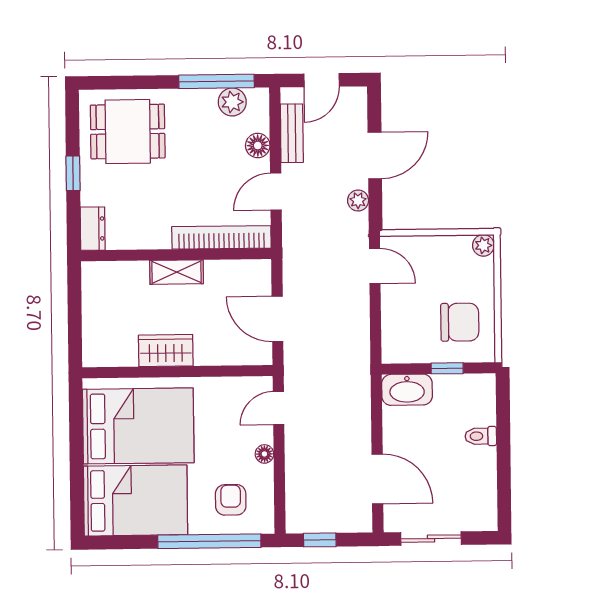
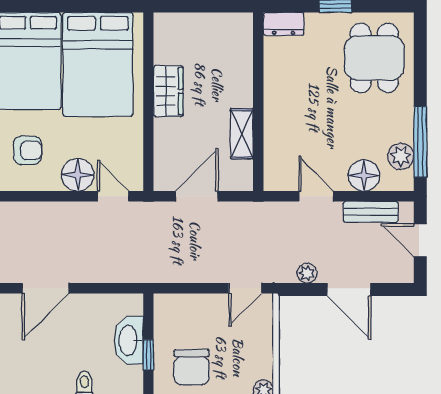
floor lamp: (258, 146) -> (364, 175), width x1.38, depth x1.38
bookcase: (221, 237) -> (274, 145), removed
shelving: (177, 272) -> (242, 134), moved
washbasin: (407, 390) -> (129, 340), moved
floor lamp: (264, 454) -> (78, 175), width x1.89, depth x1.89

